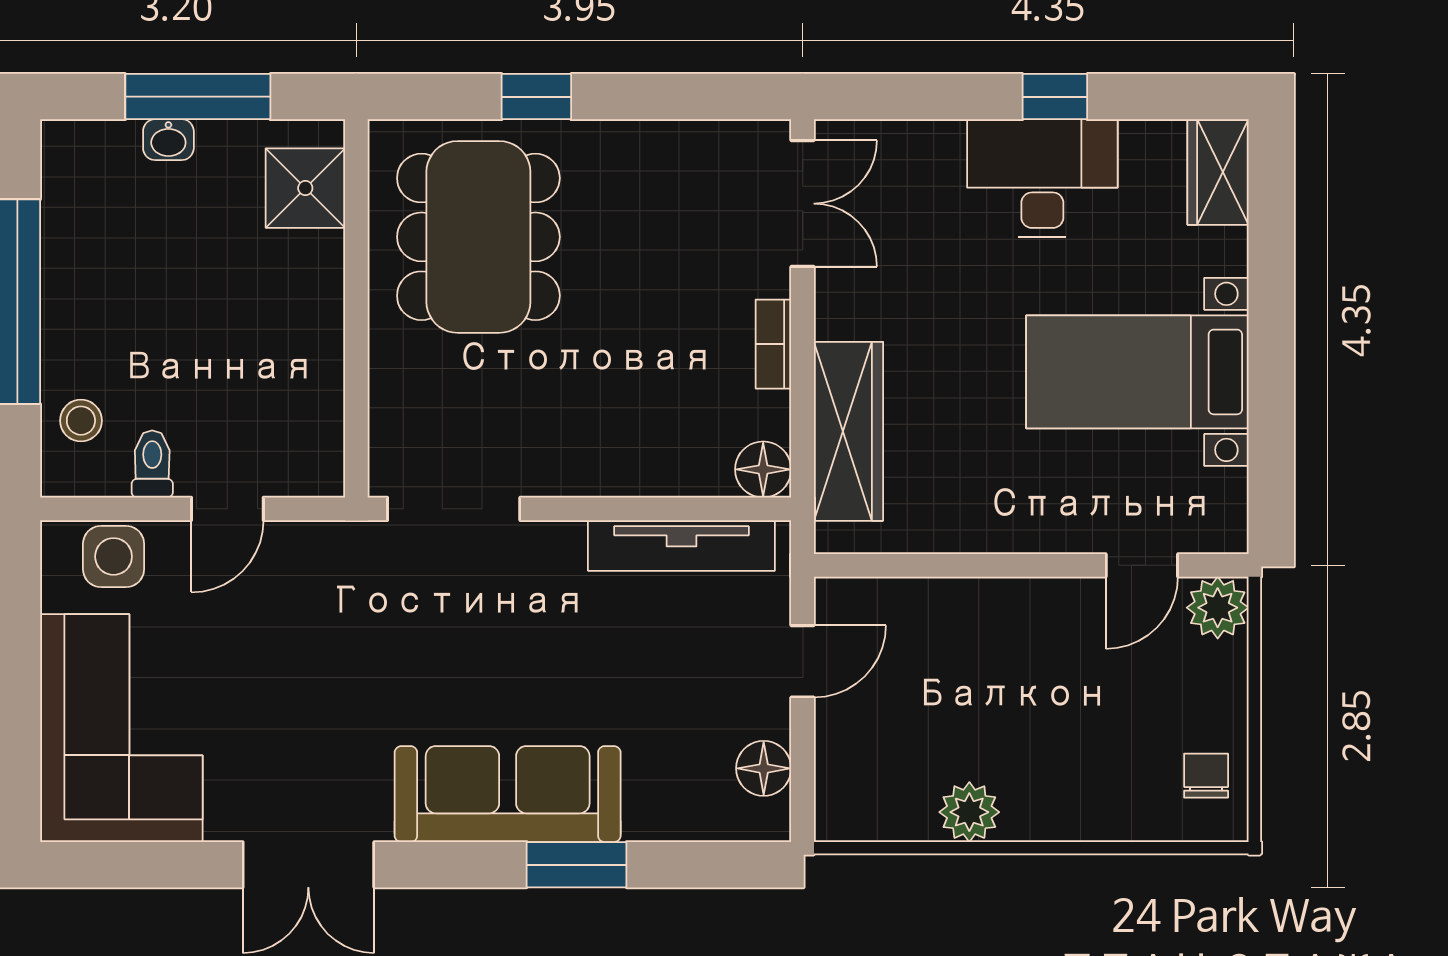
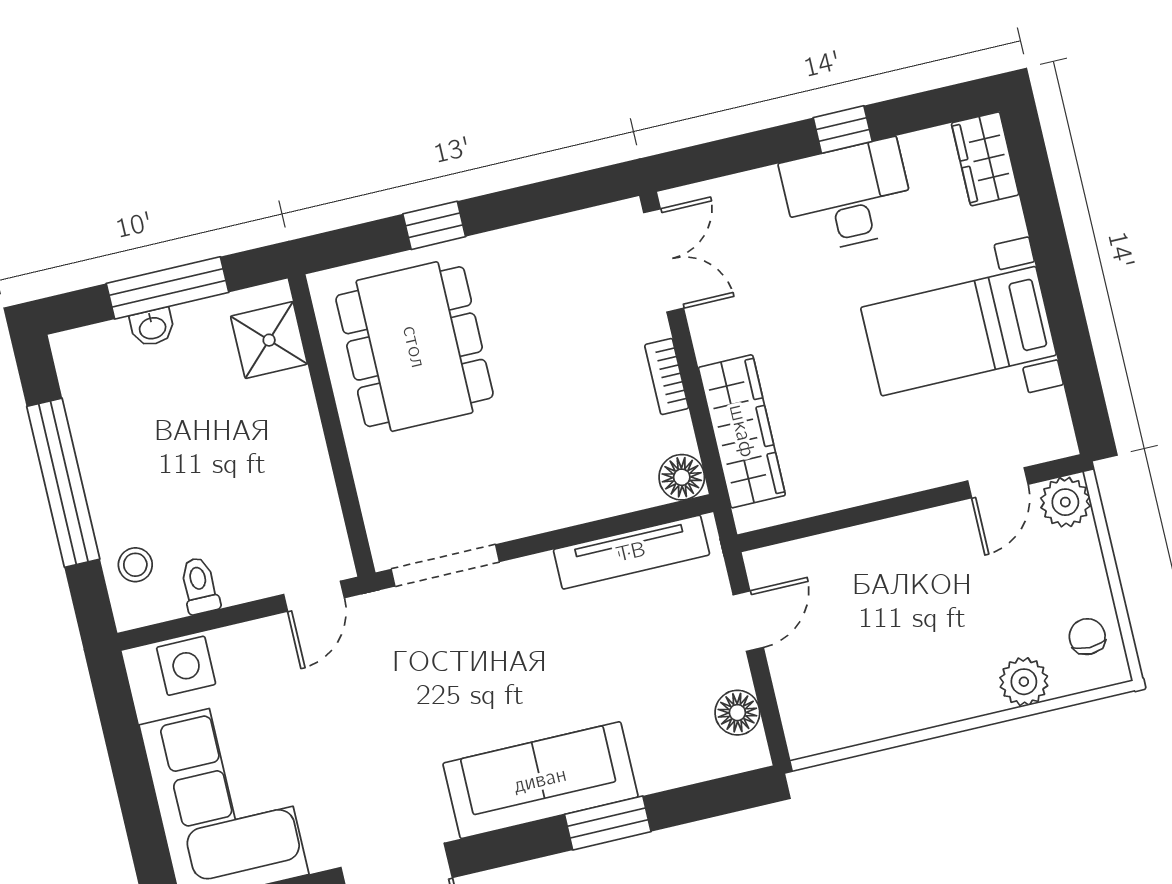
door: (227, 509) -> (314, 596), moved
plant: (969, 812) -> (1024, 682), moved

